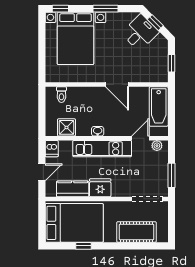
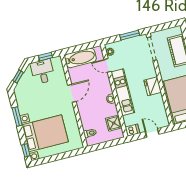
desk: (140, 33) -> (43, 72), moved, turned 45
kitchen counter: (73, 189) -> (159, 107), removed

